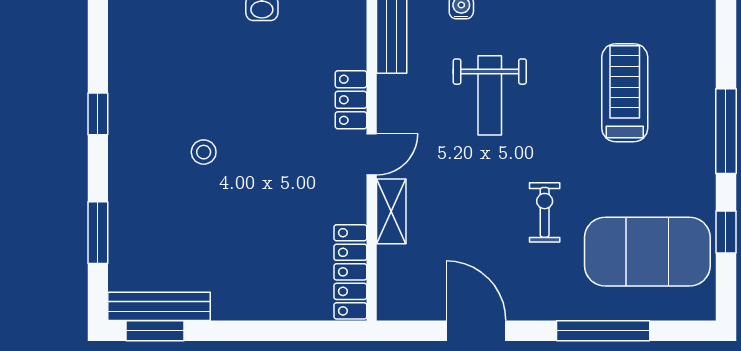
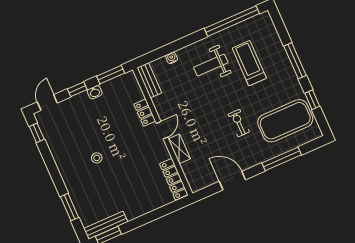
weight bench: (490, 95) -> (211, 65), moved, turned 90
window: (98, 114) -> (37, 133), moved

